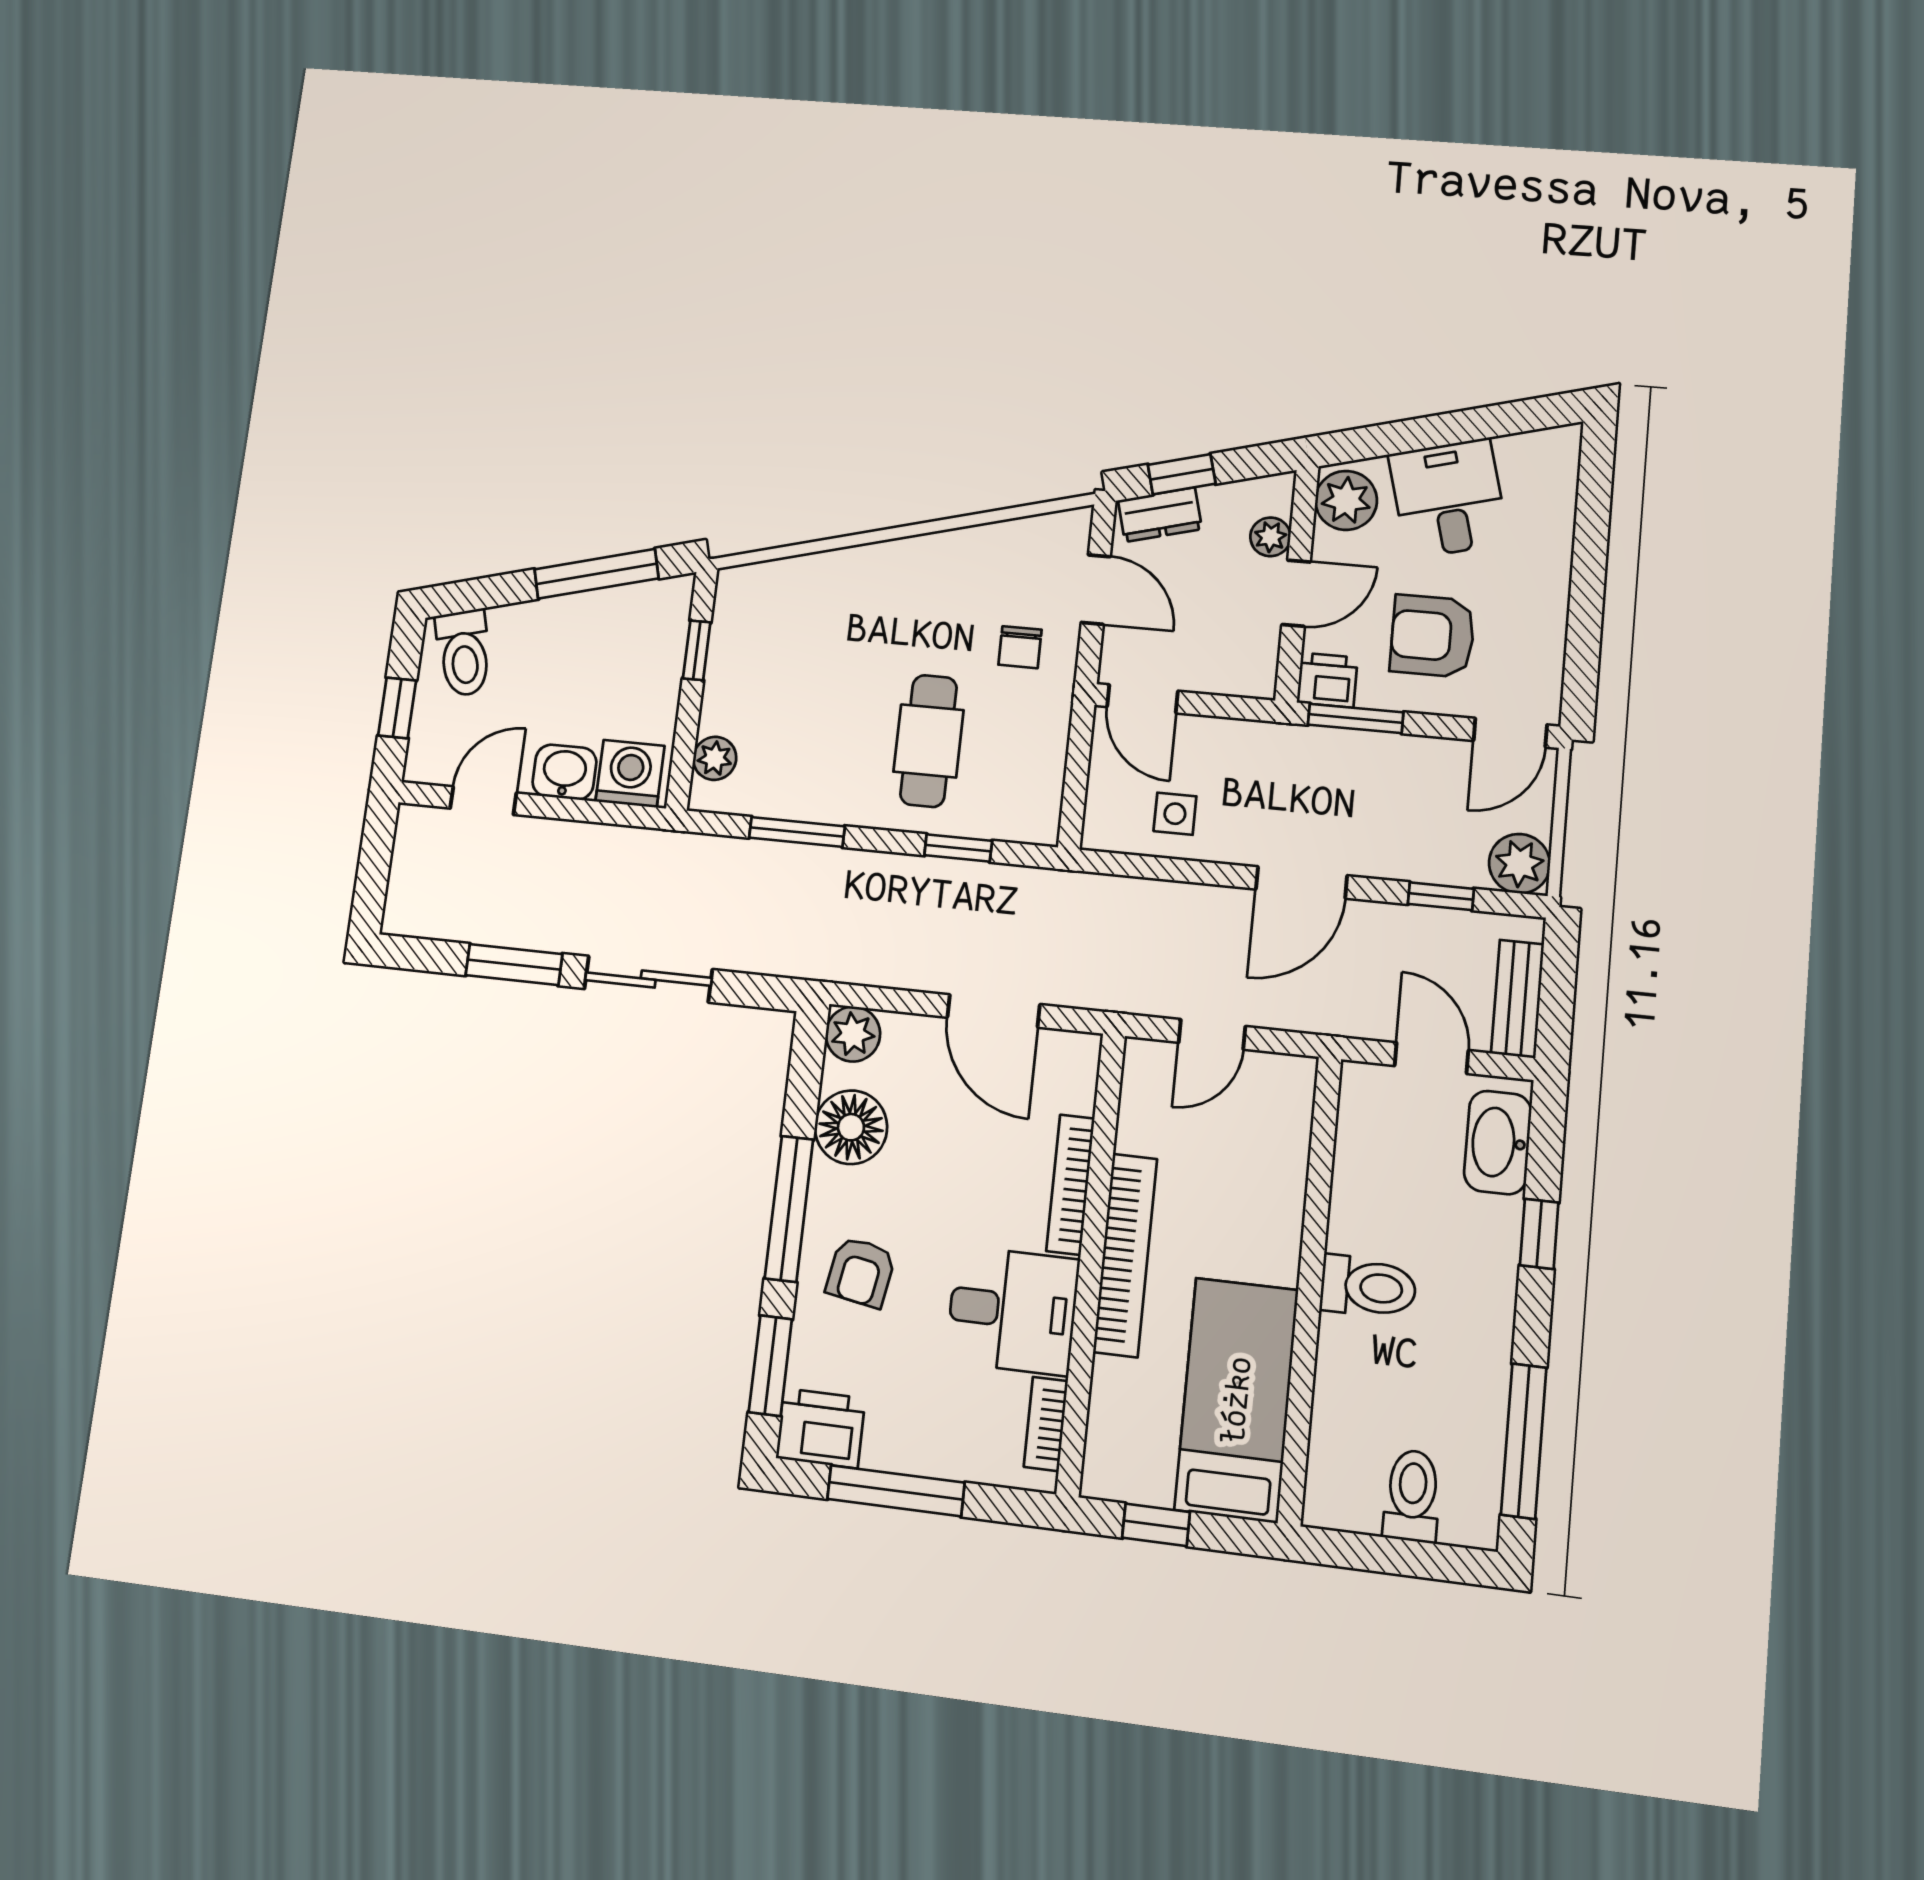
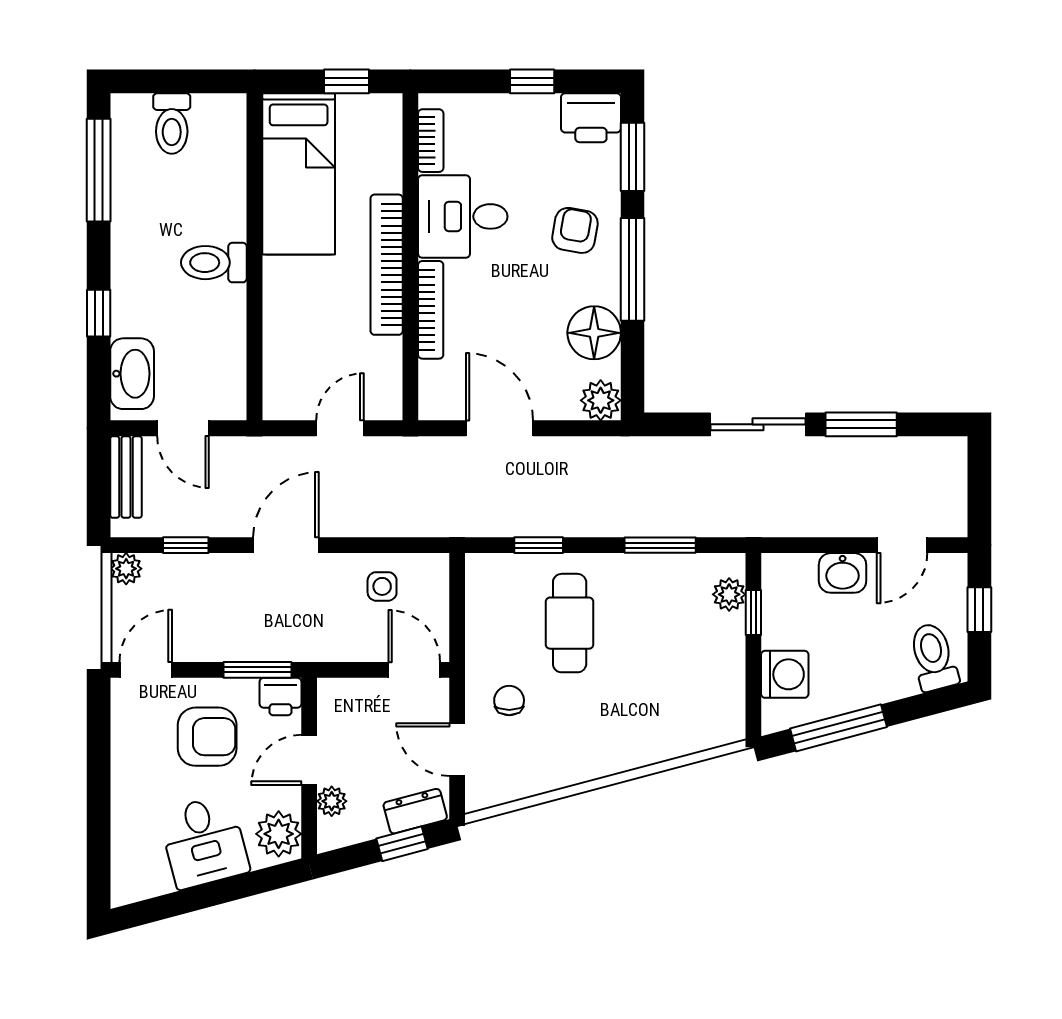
window: (697, 650) -> (753, 613), moved
washing machine: (630, 774) -> (785, 674), moved, turned -90
plant: (1519, 864) -> (126, 569), width x0.73, depth x0.73
window: (896, 1491) -> (532, 81), width x0.46

